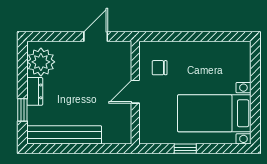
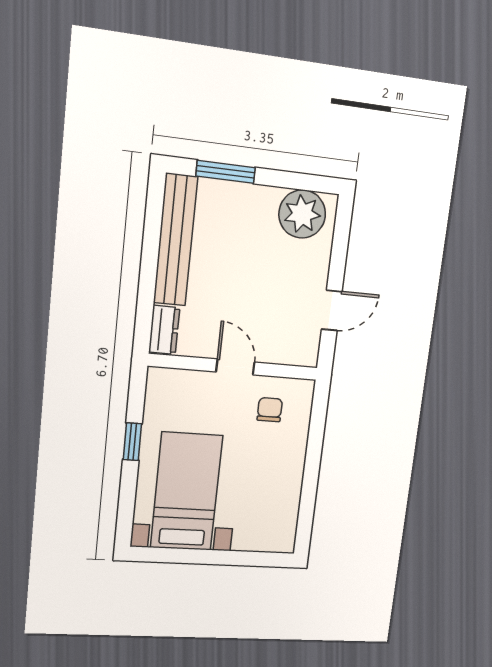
door: (96, 37) -> (332, 310), hinge flipped
dresser: (35, 91) -> (164, 330), moved, turned -90
window: (22, 110) -> (226, 172), width x1.50

